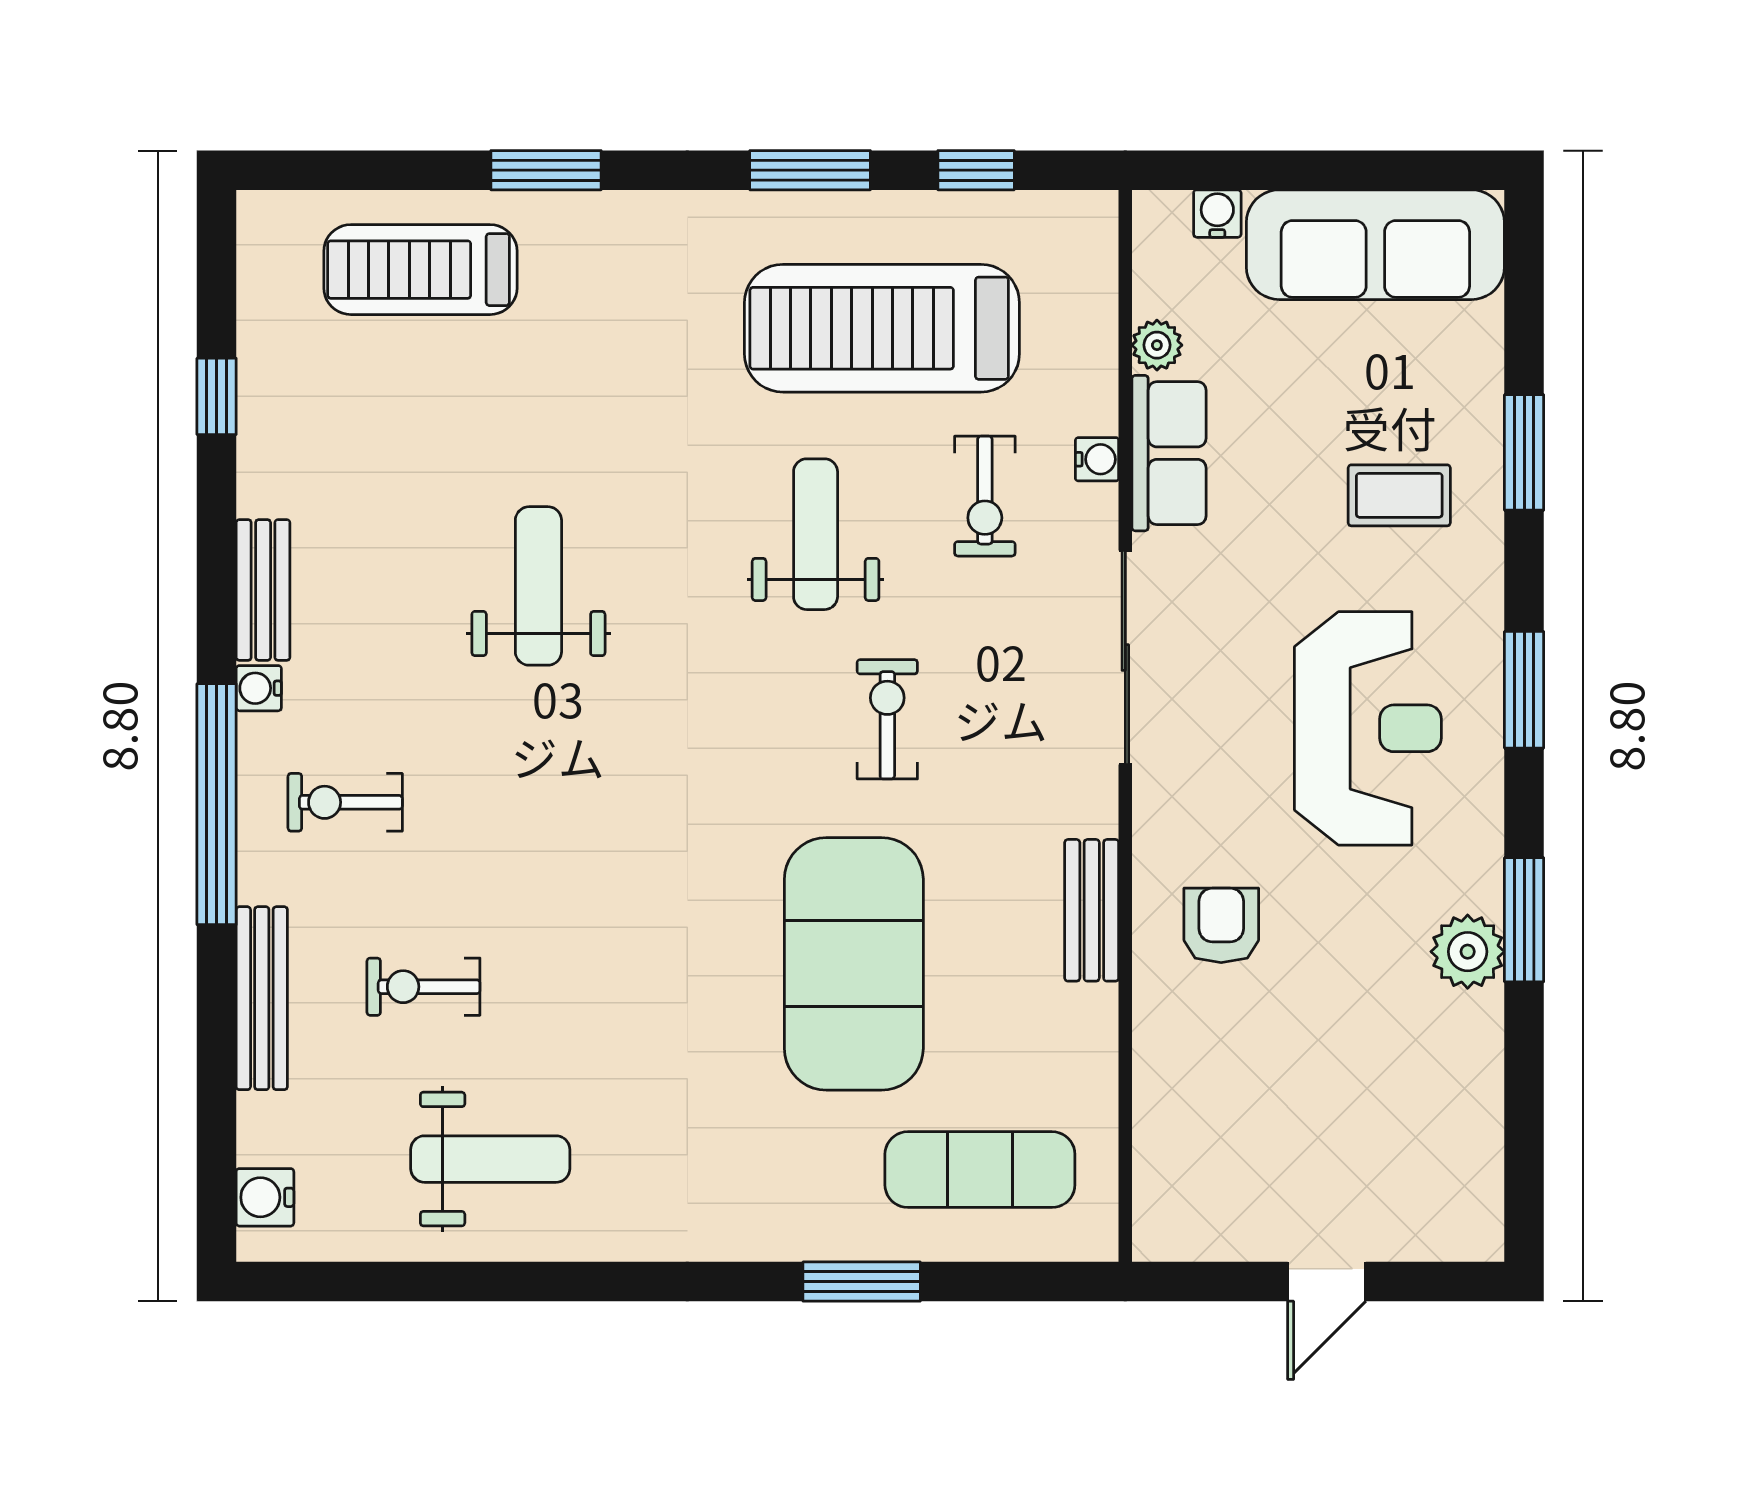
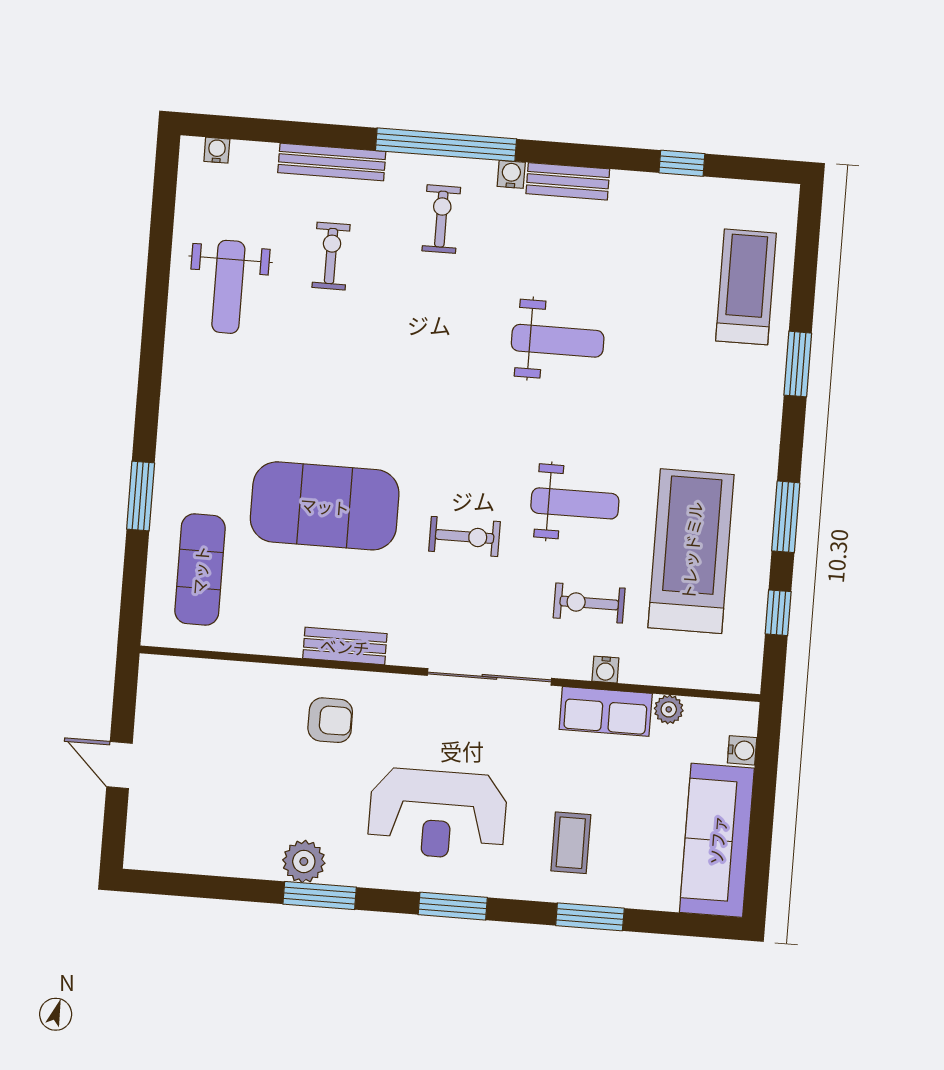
water cooler: (265, 1197) -> (217, 150), width x0.72, depth x0.72

